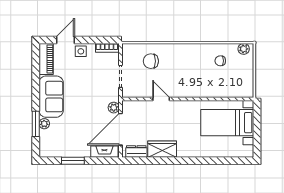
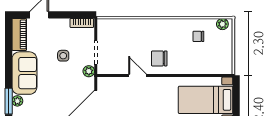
side table: (81, 51) -> (63, 56), moved
chair: (151, 61) -> (159, 58), moved
plant: (114, 108) -> (89, 71), moved

